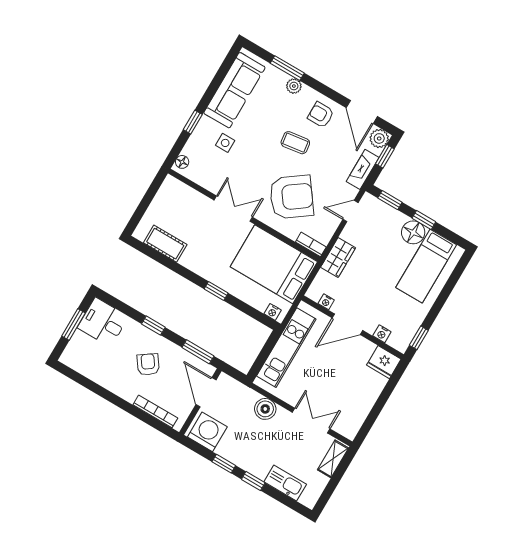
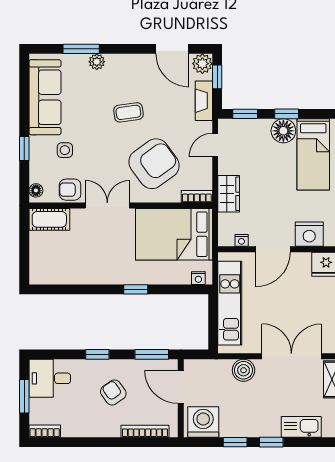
armchair: (321, 115) -> (70, 190), moved
cot: (165, 244) -> (49, 219), moved
nightstand: (382, 334) -> (309, 234), width x1.89, depth x1.79
bookcase: (73, 363) -> (45, 431), added
double door: (311, 421) -> (291, 356), width x1.37

